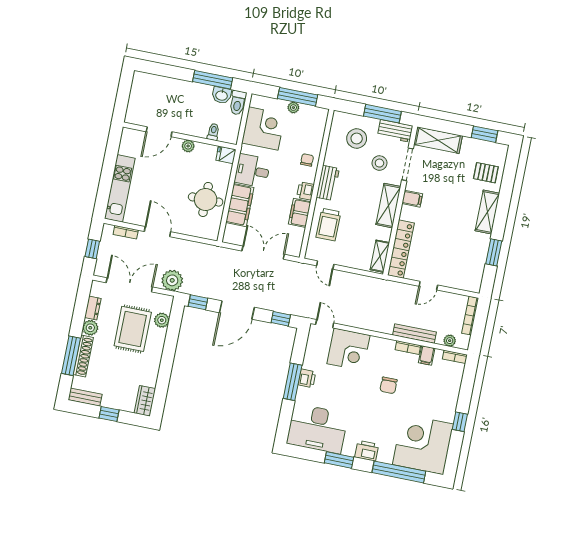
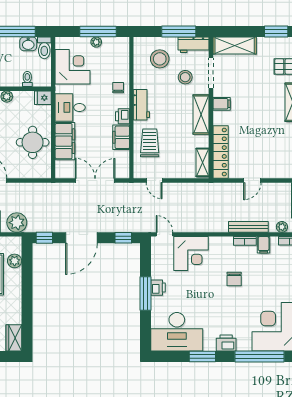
trolley: (328, 225) -> (150, 143), turned 180

